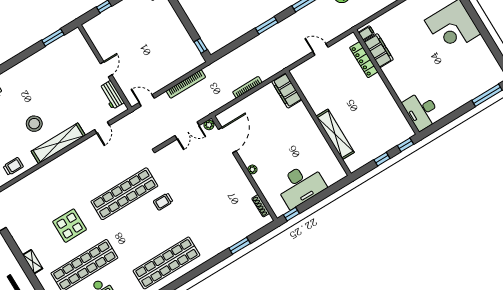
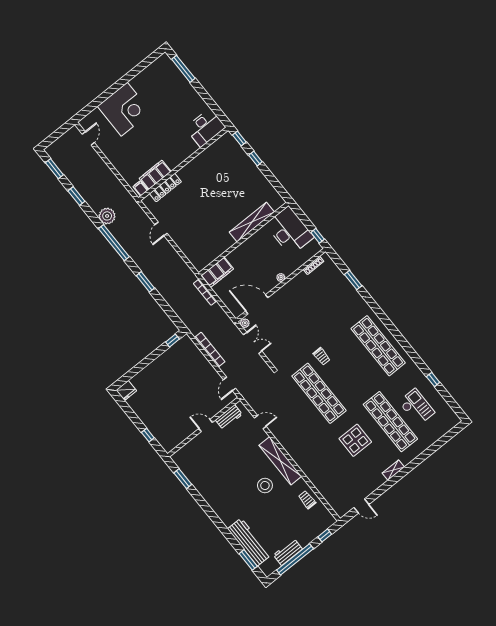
filing cabinet: (287, 91) -> (217, 272), moved
wall: (318, 123) -> (244, 239), moved
shelving: (335, 134) -> (252, 222), moved

